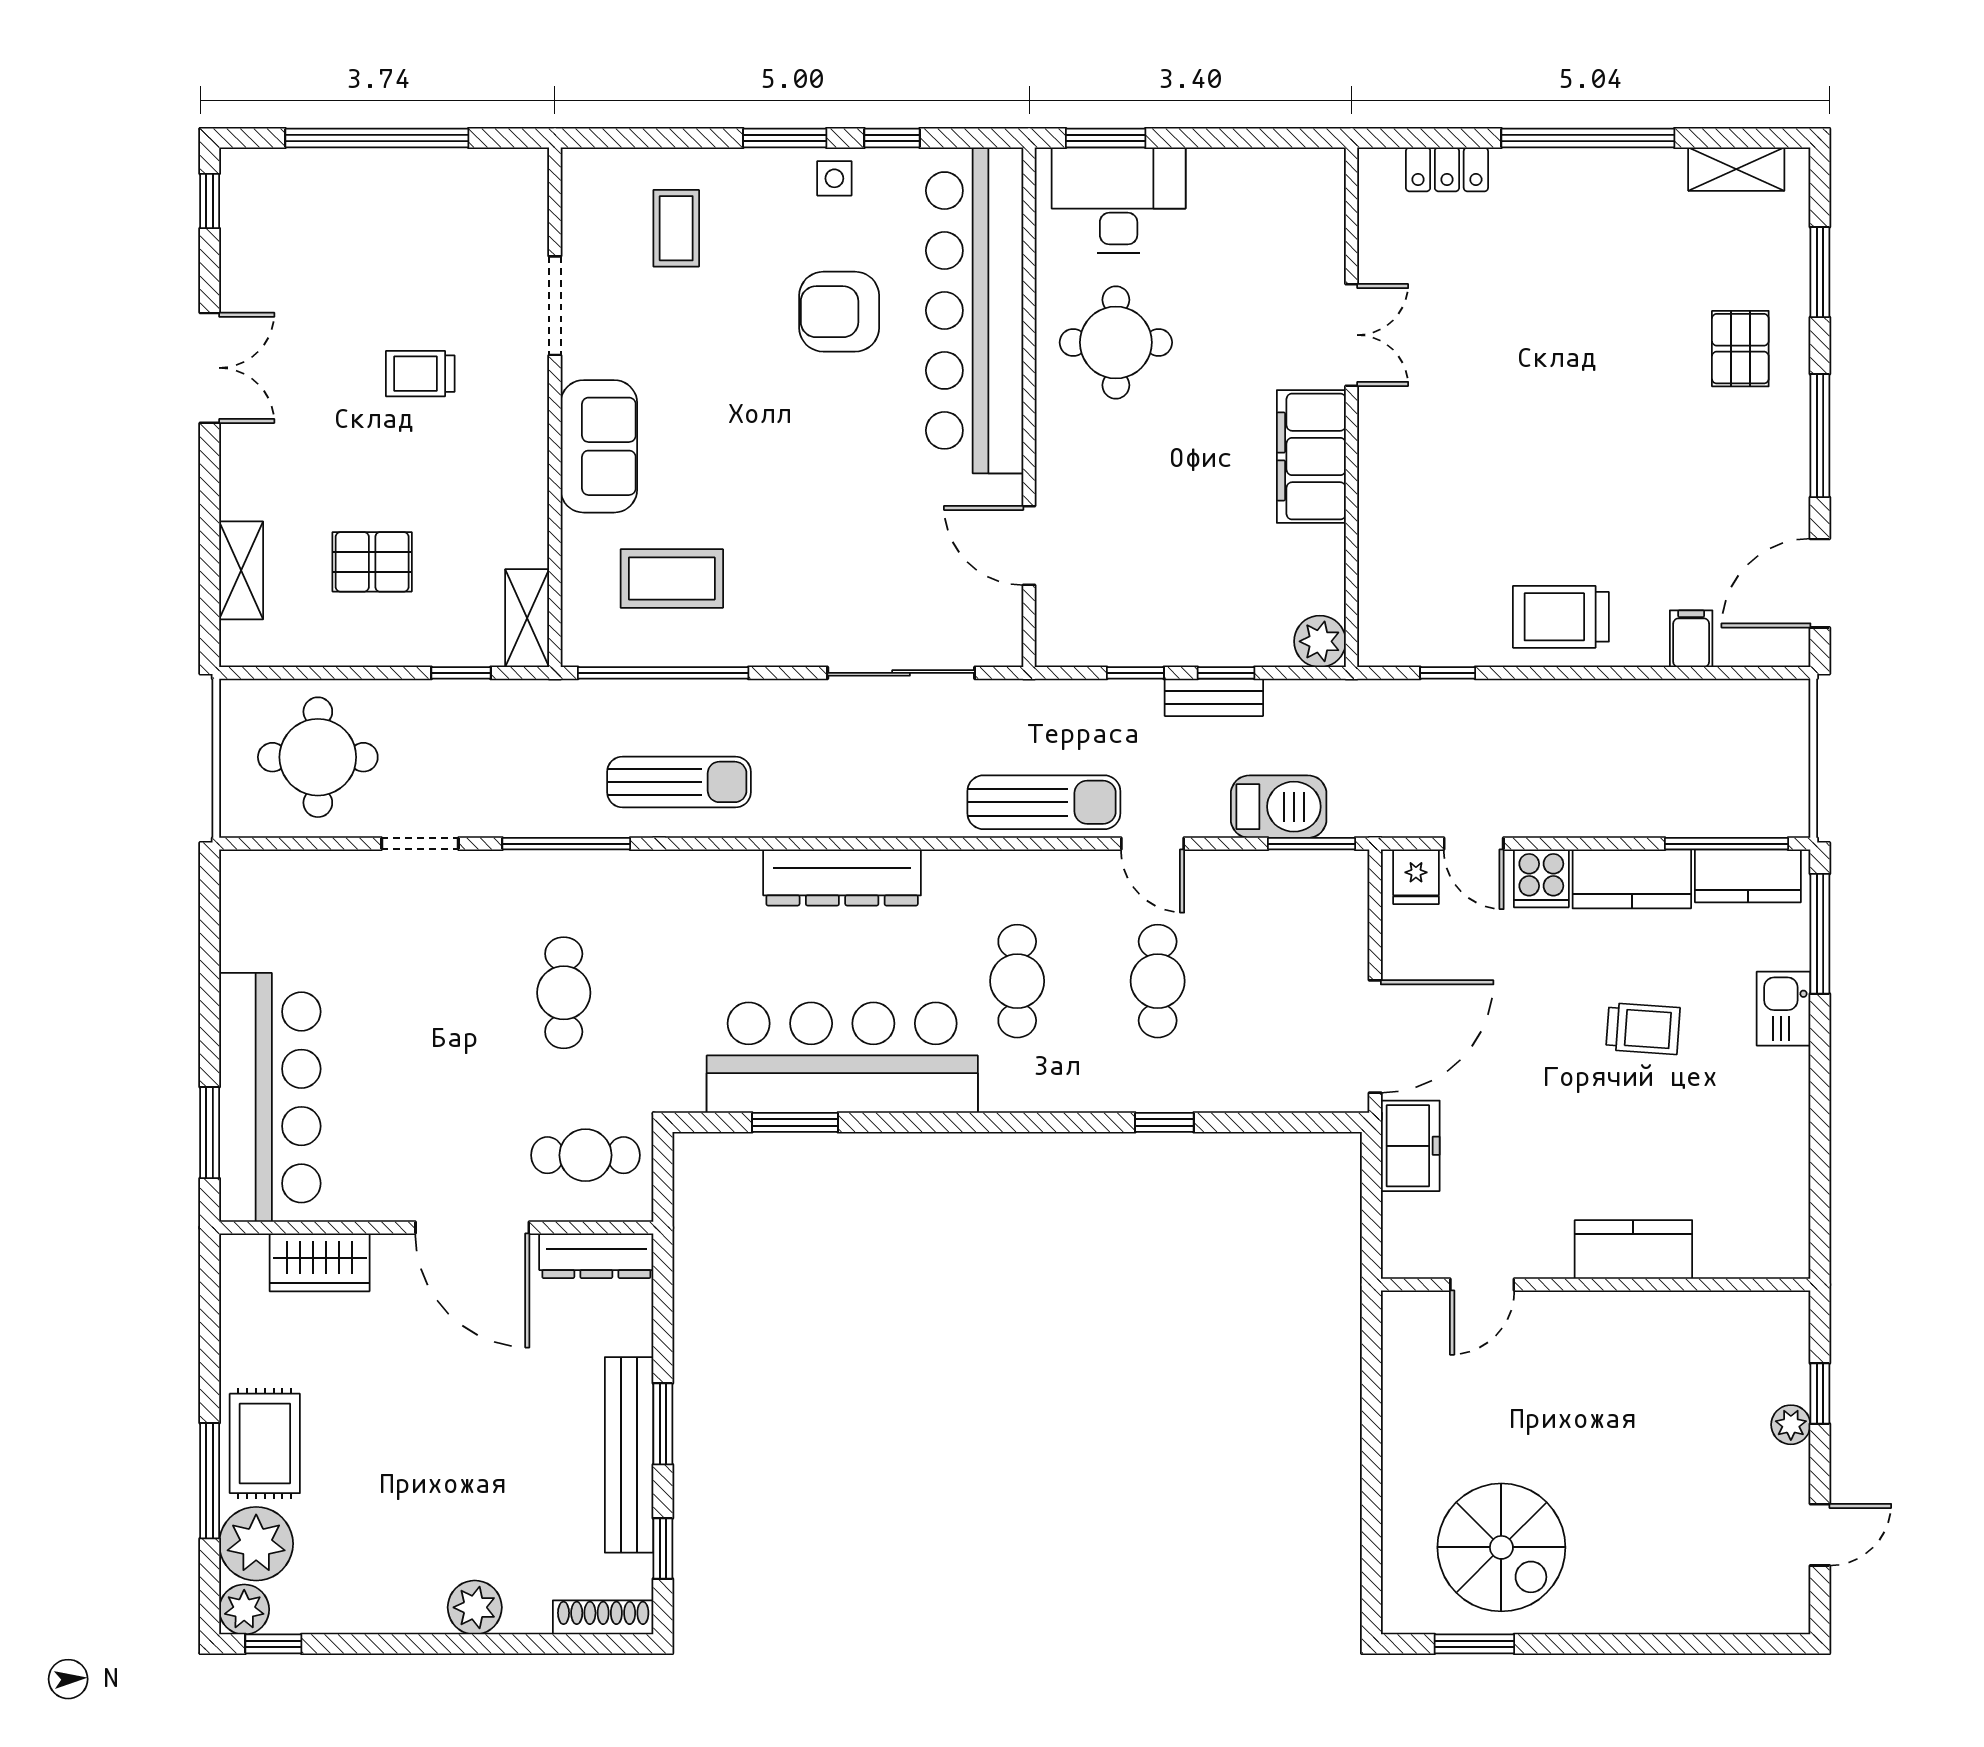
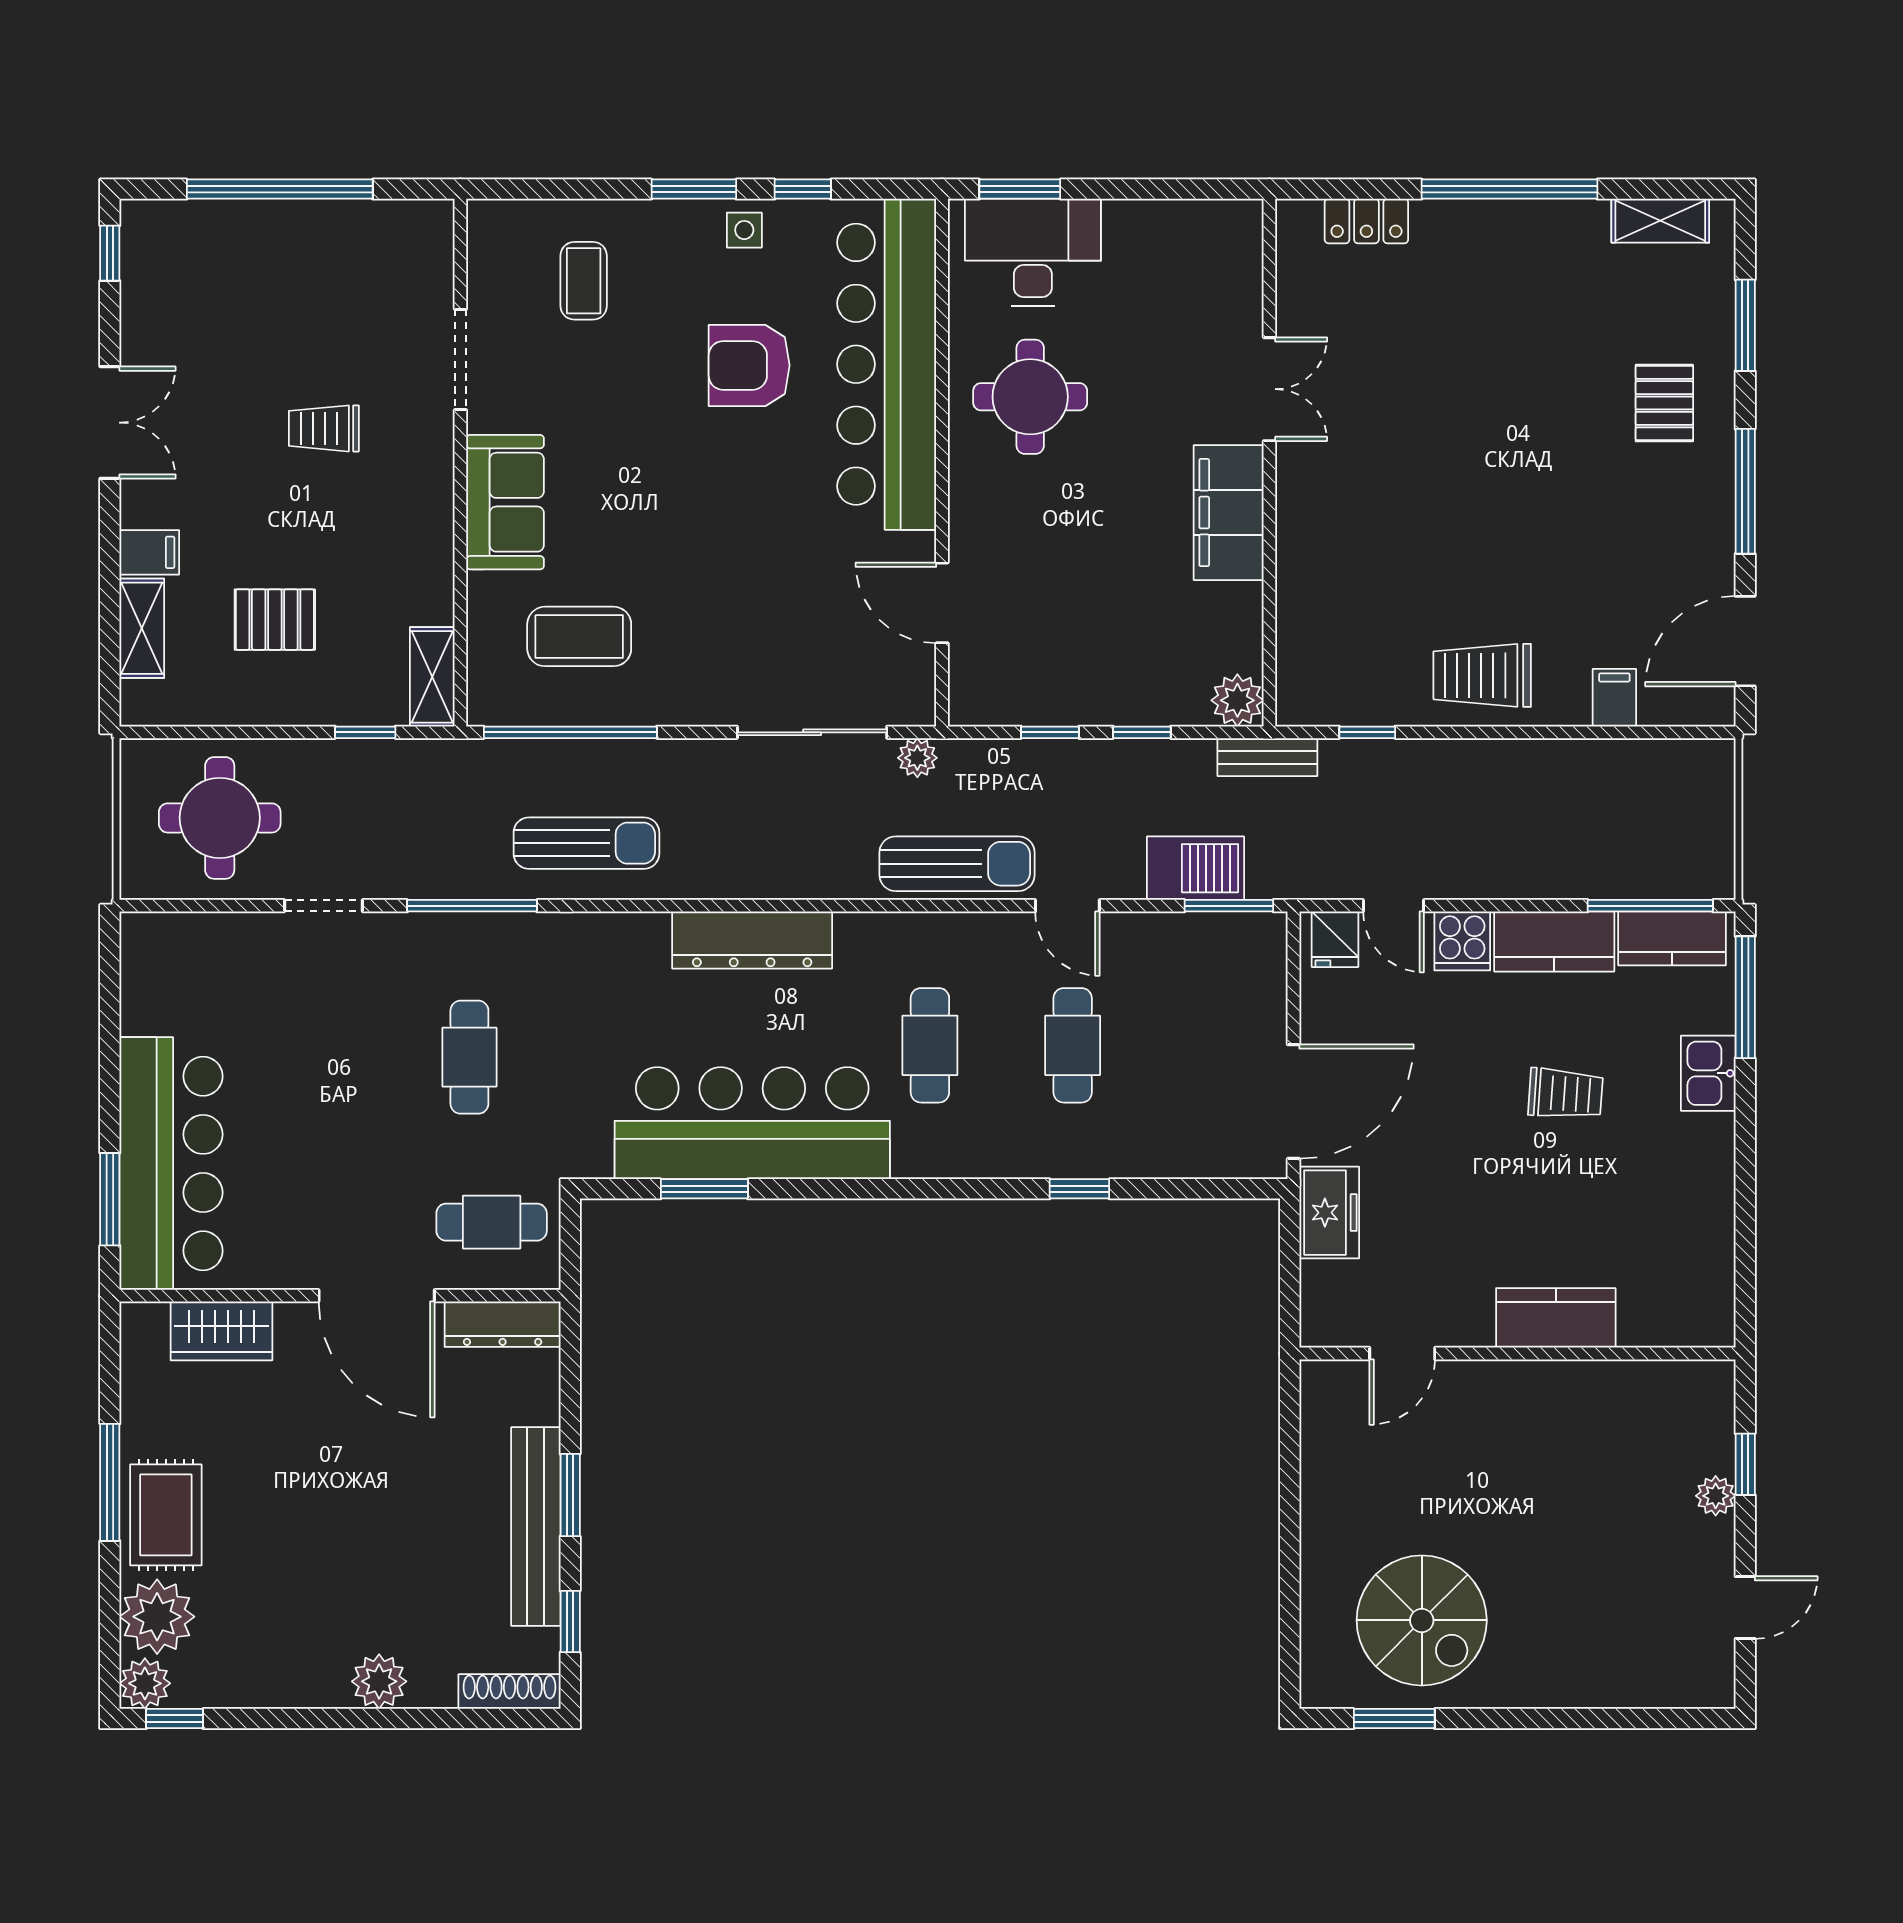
filing cabinet: (248, 496) -> (149, 552), added
bench: (1214, 697) -> (1267, 757), moved
plant: (1005, 698) -> (917, 758), added
window: (210, 1481) -> (110, 1482), moved

